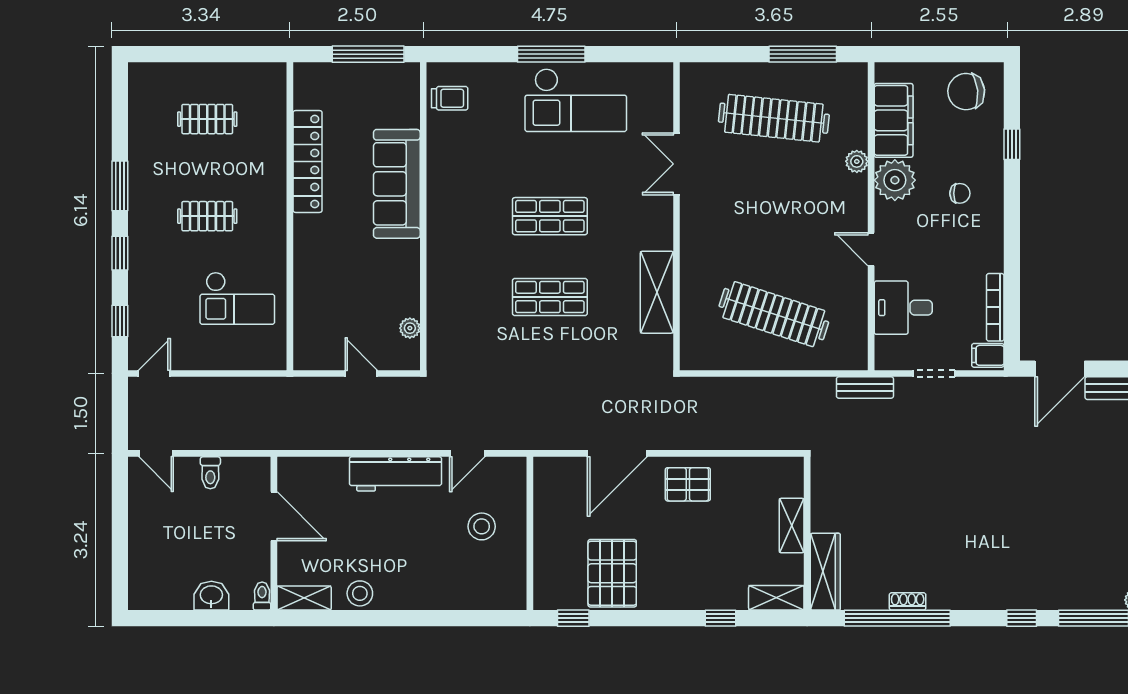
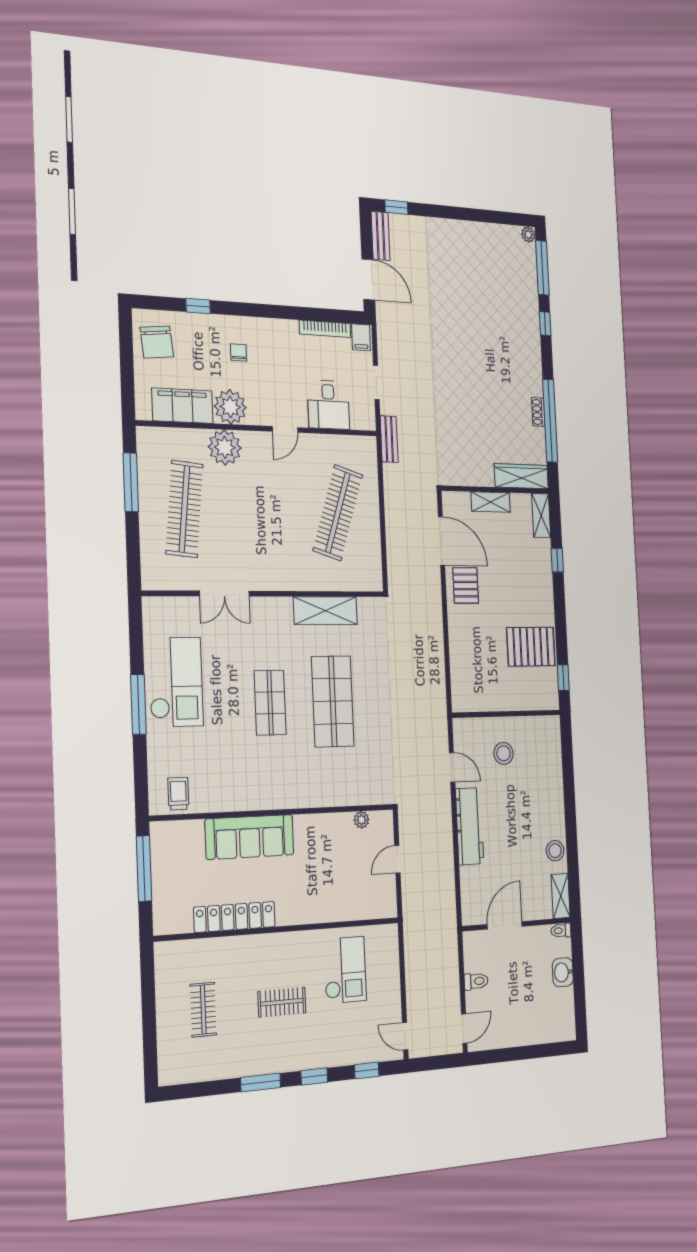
plant: (857, 161) -> (225, 447), width x1.88, depth x1.88
clothes rail: (207, 216) -> (282, 1002), turned 90
shop shelf: (550, 297) -> (333, 701), width x1.43, depth x1.36
door: (617, 453) -> (442, 541), moved

